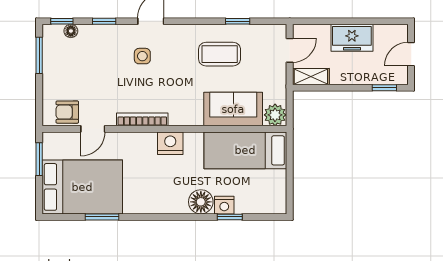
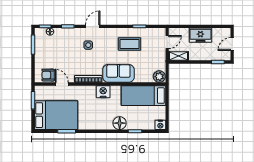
sofa: (233, 109) -> (118, 73), moved
door: (93, 129) -> (62, 84), swing flipped
nightstand: (224, 205) -> (160, 125), moved

